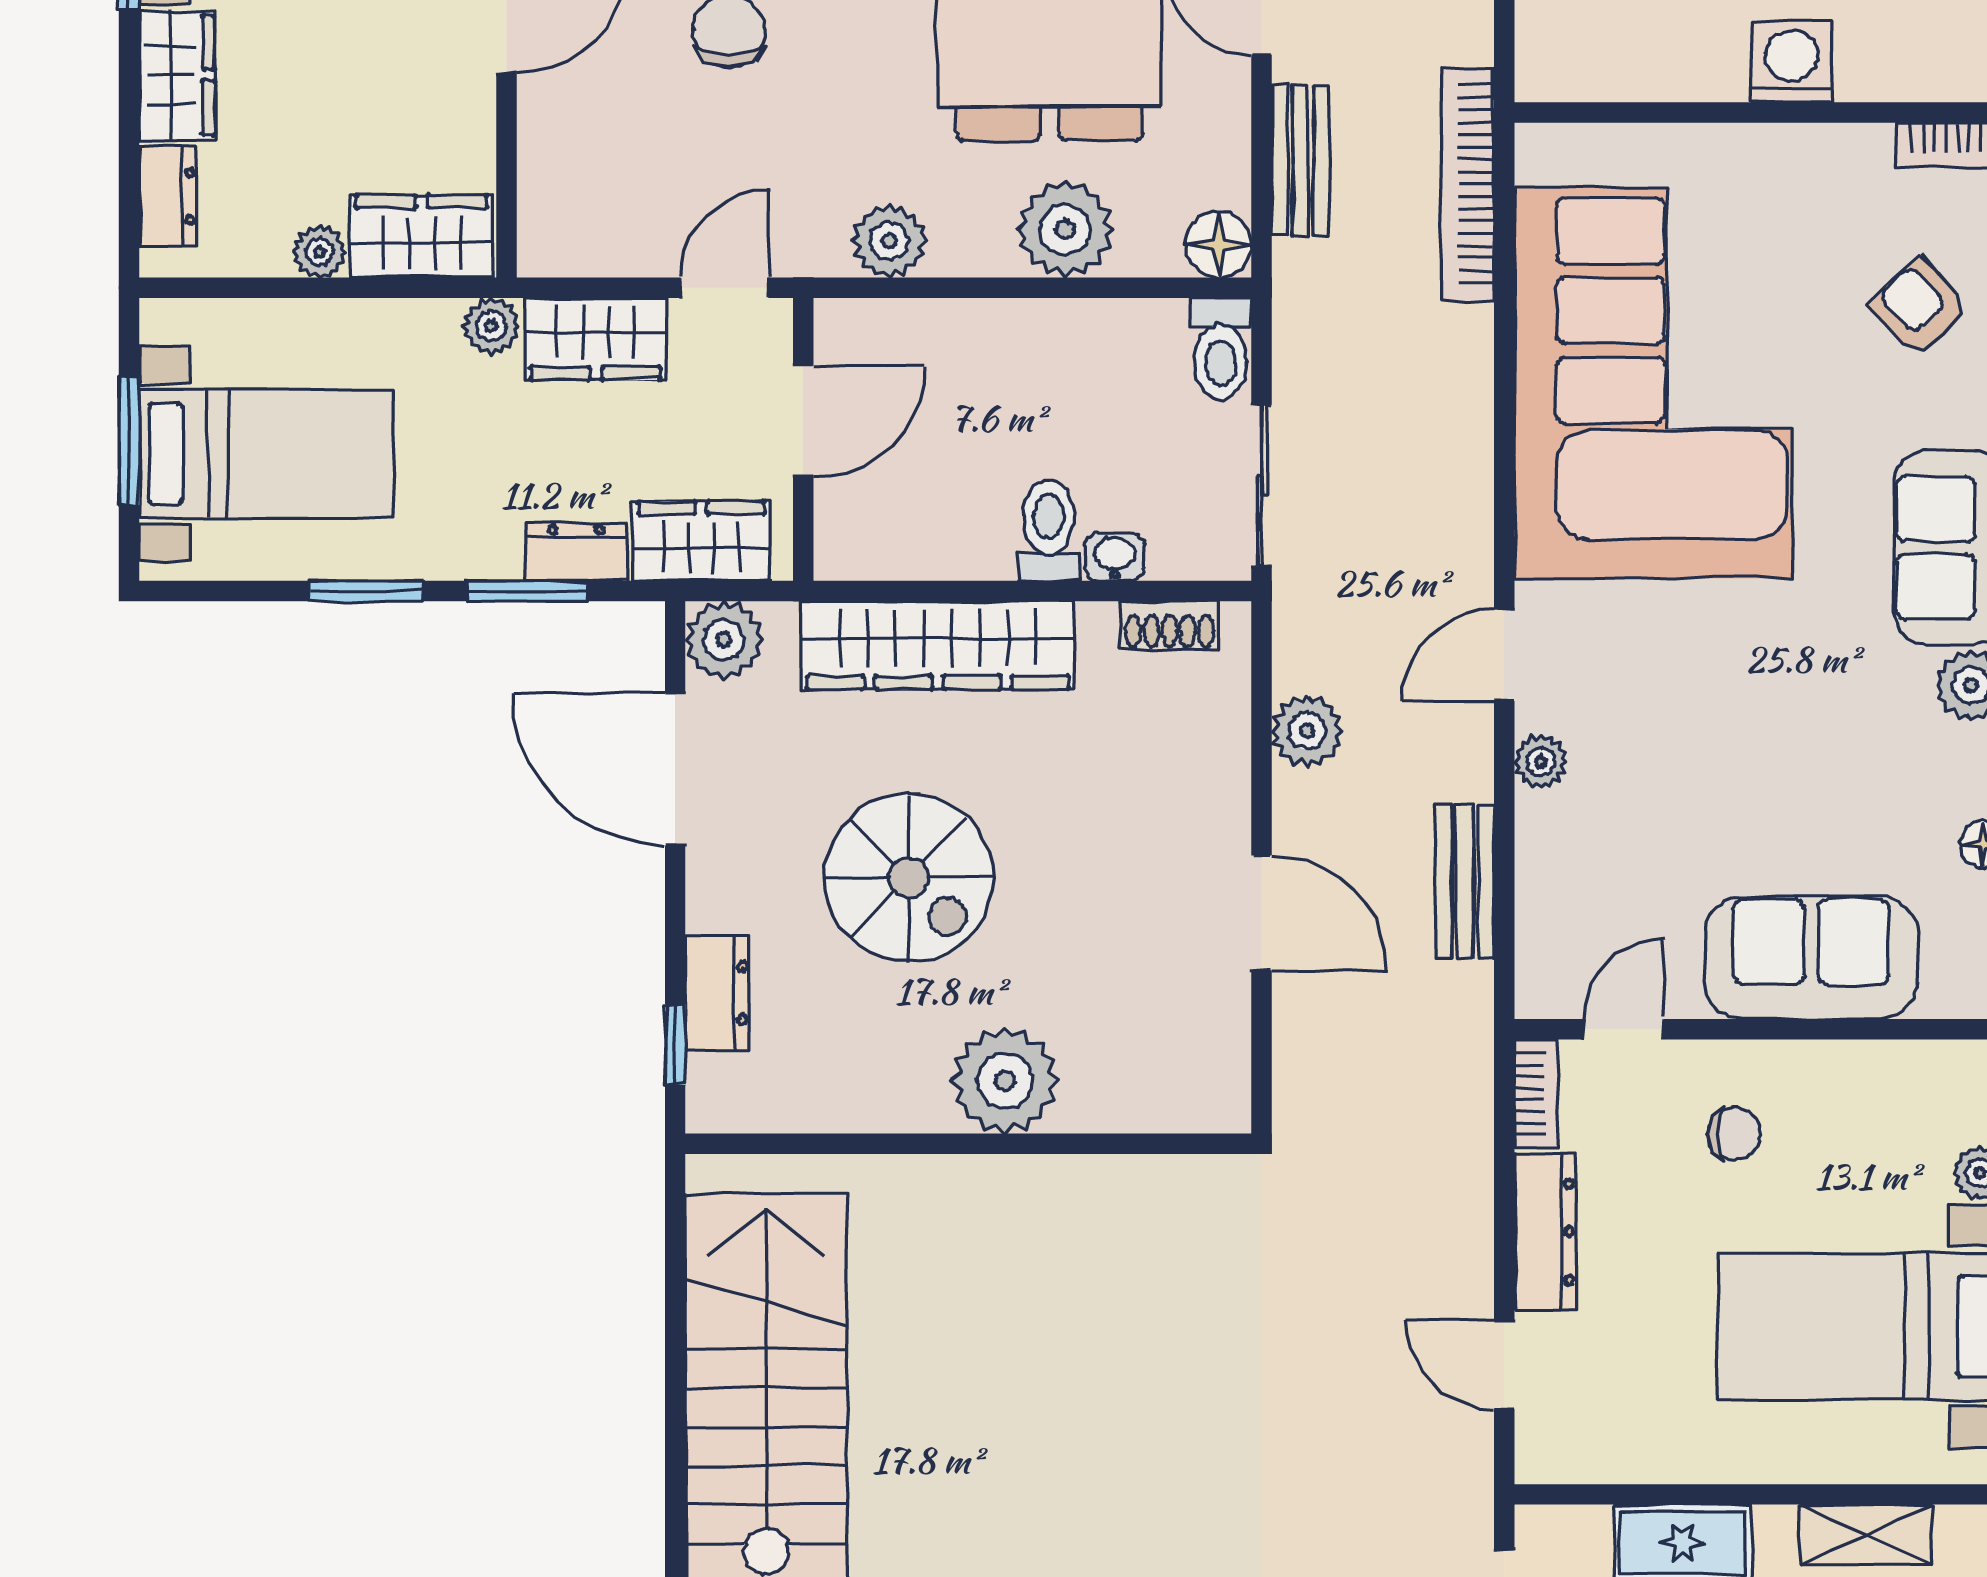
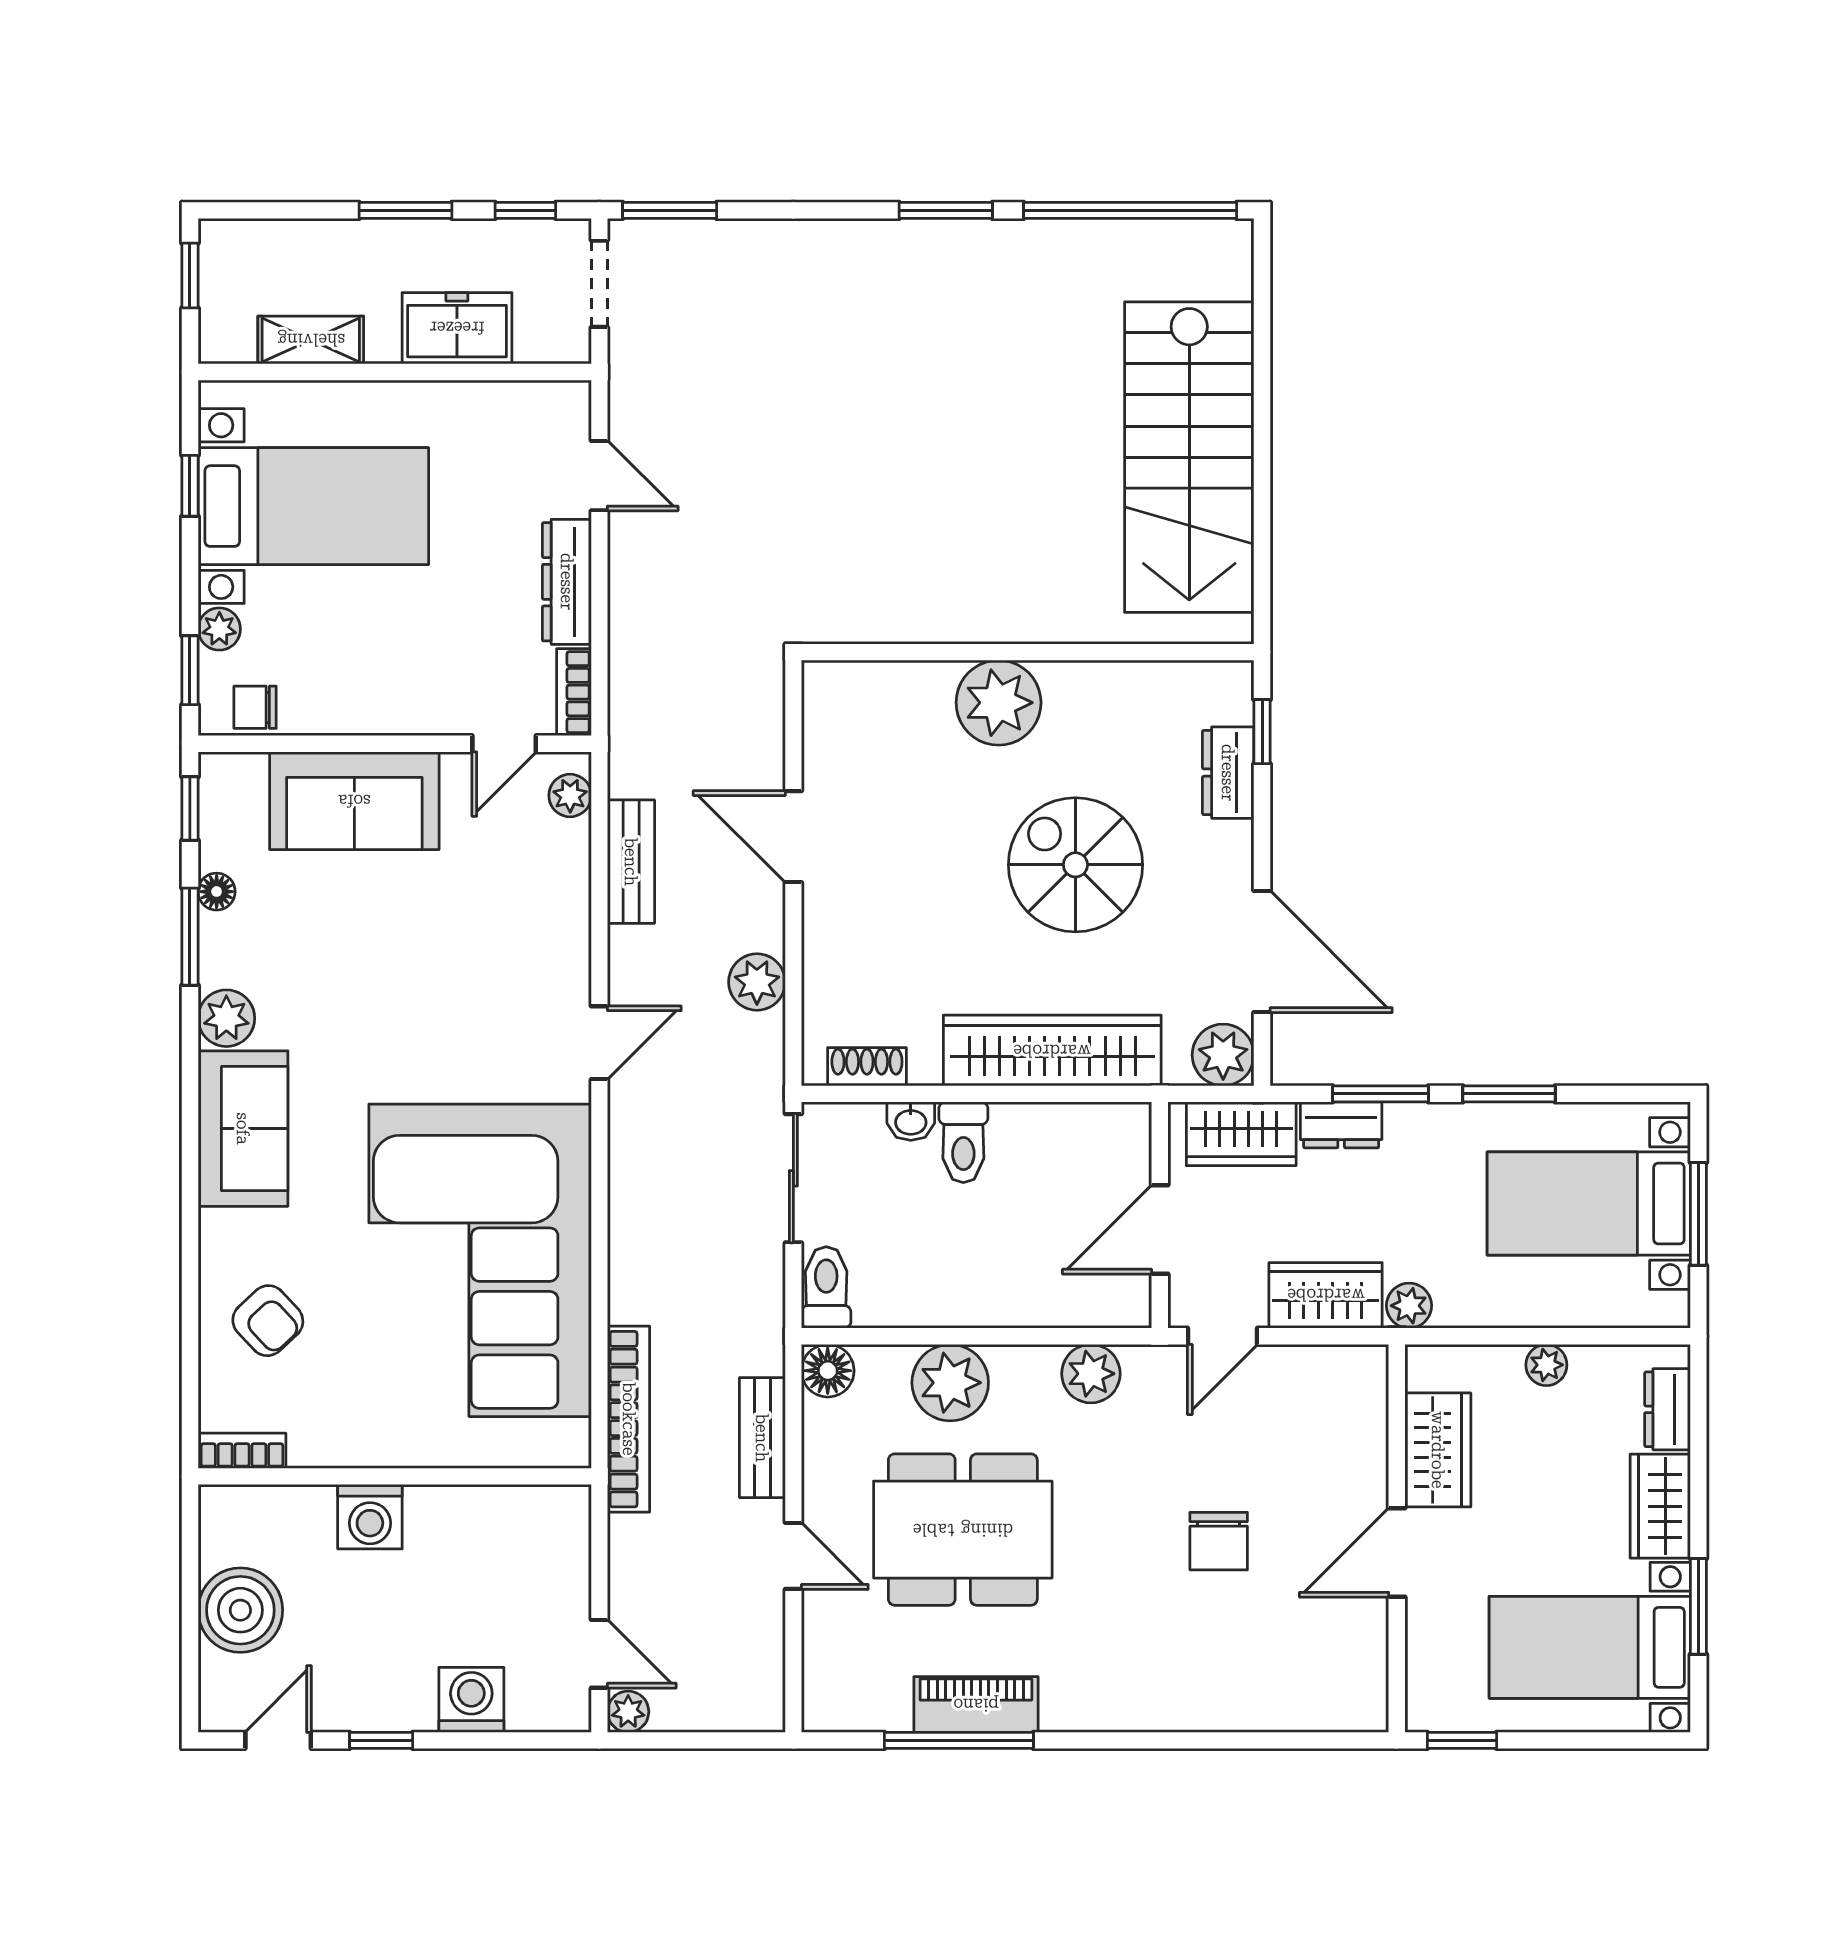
wardrobe: (422, 236) -> (1438, 1450), moved, turned -90
plant: (1541, 762) -> (570, 795), moved
chair: (1734, 1134) -> (255, 707), moved

